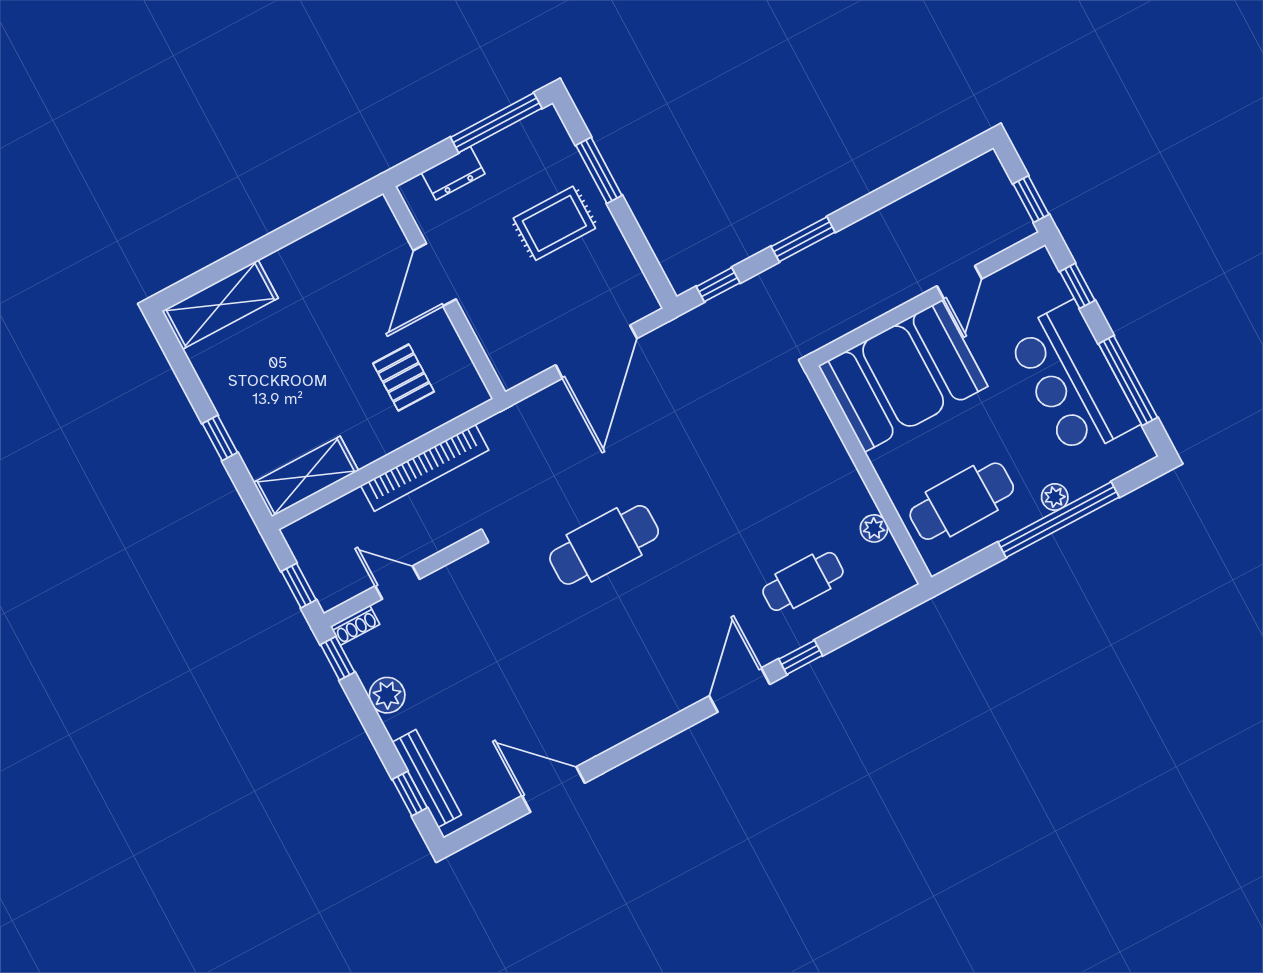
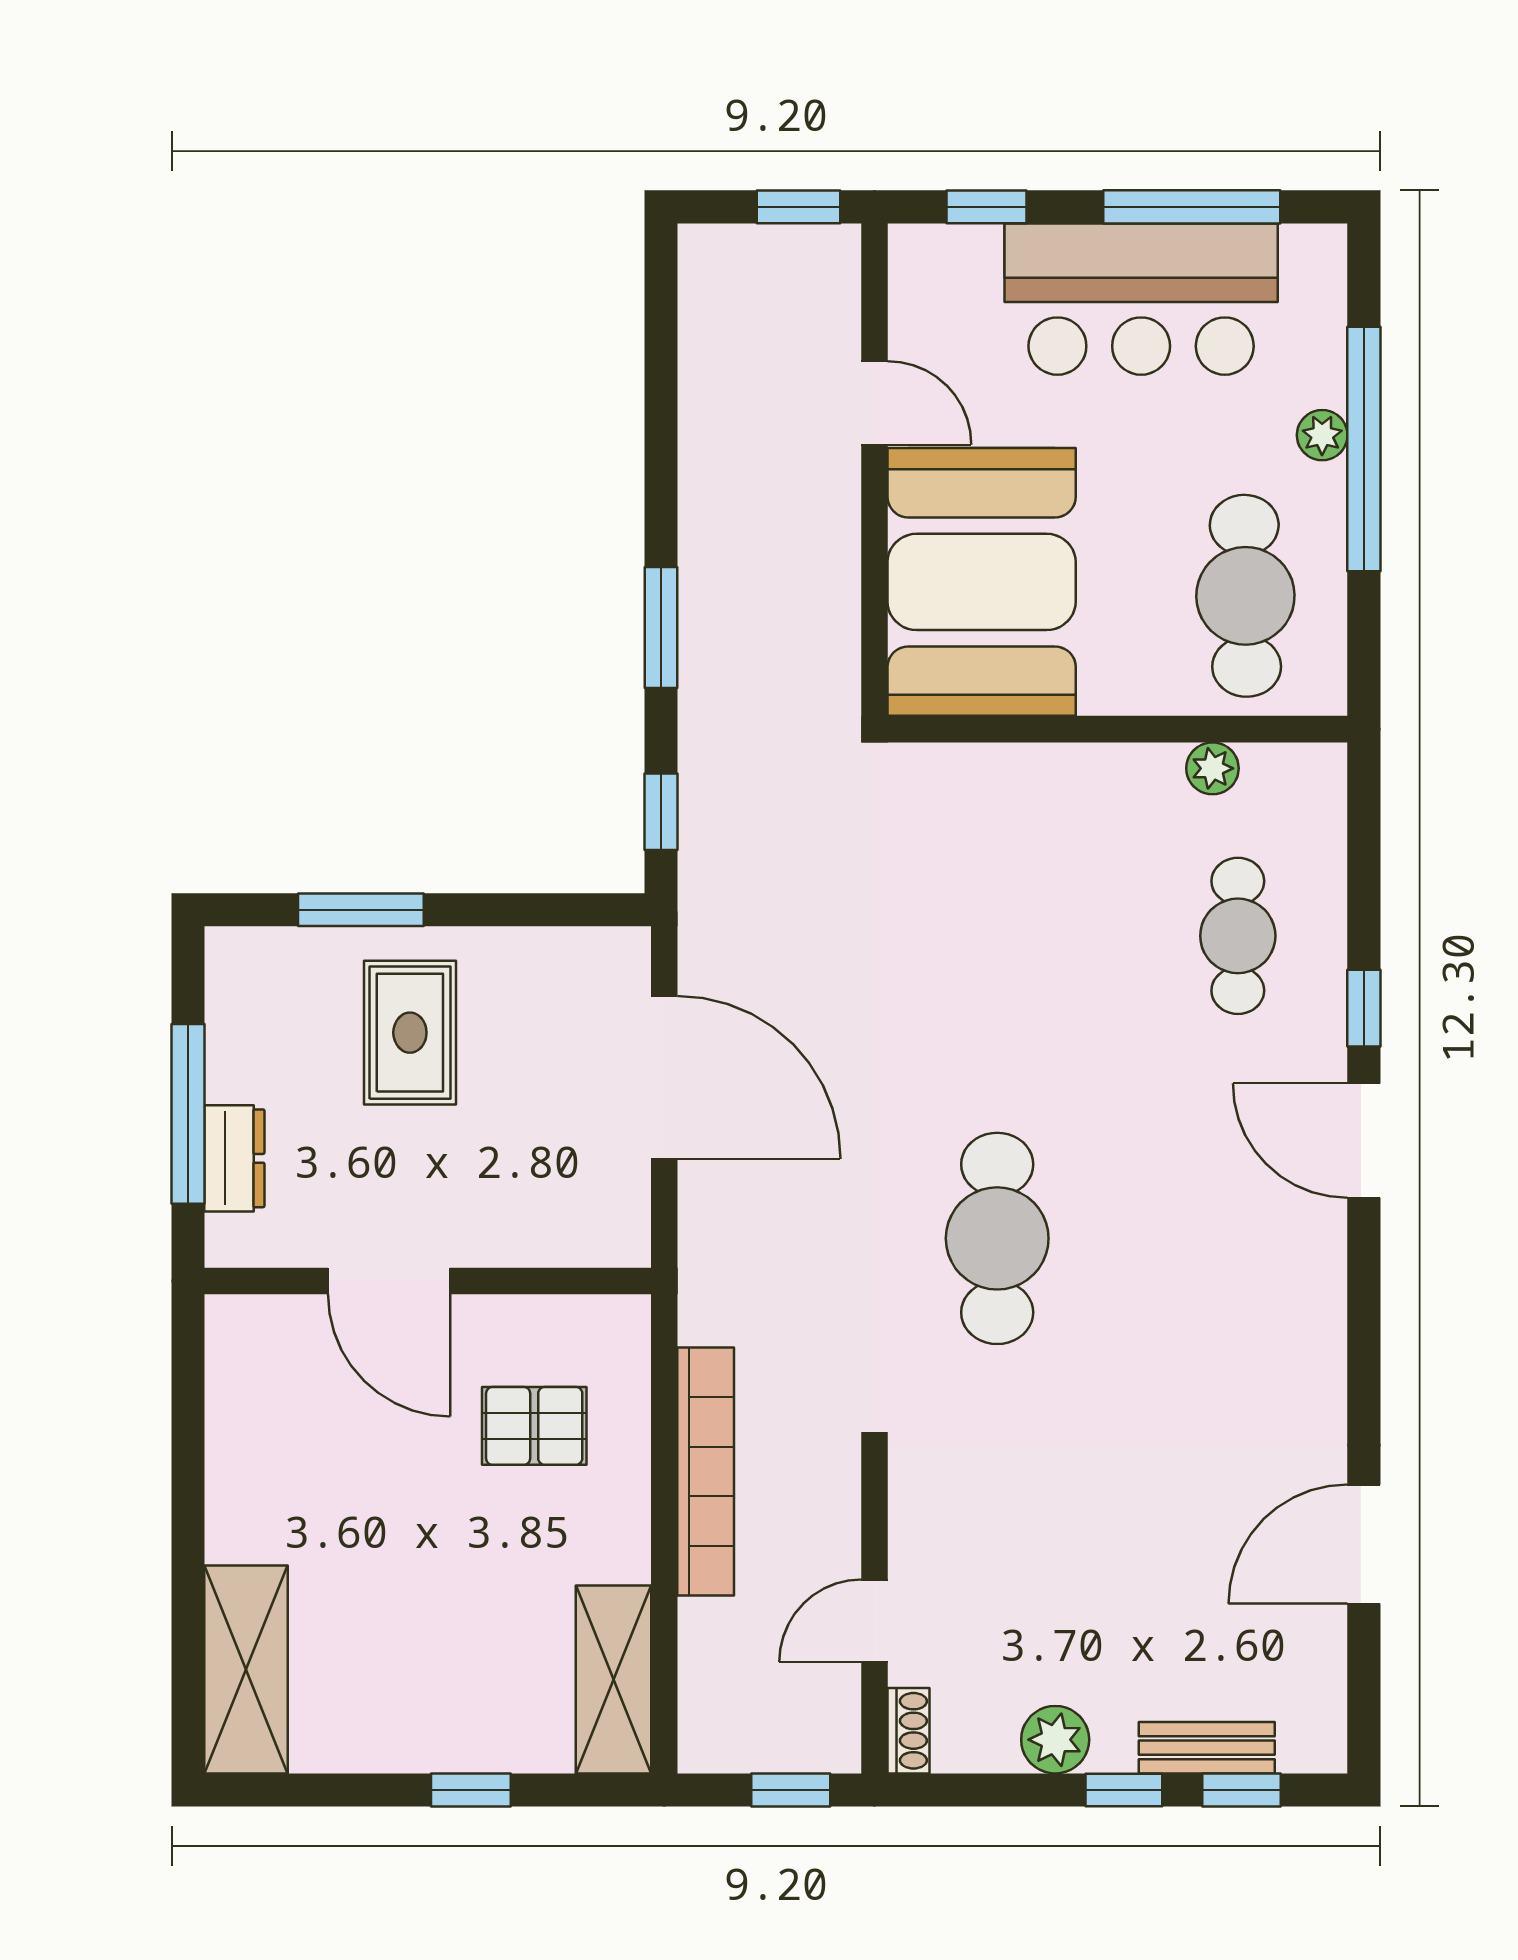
window: (496, 123) -> (188, 1114), moved
window: (338, 658) -> (1124, 1790), moved
bench: (427, 778) -> (1207, 1748), width x0.73

